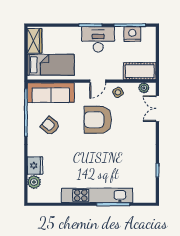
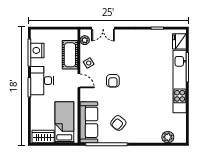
cot: (140, 71) -> (70, 55), moved
armchair: (98, 120) -> (113, 81), width x0.53, depth x0.53
fridge: (35, 166) -> (179, 41), moved, turned -90

